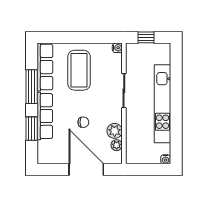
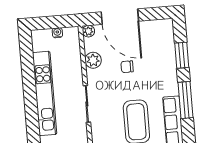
row of seats: (45, 116) -> (169, 70), removed
plant: (117, 145) -> (88, 31), moved
water cooler: (165, 159) -> (57, 33), moved

